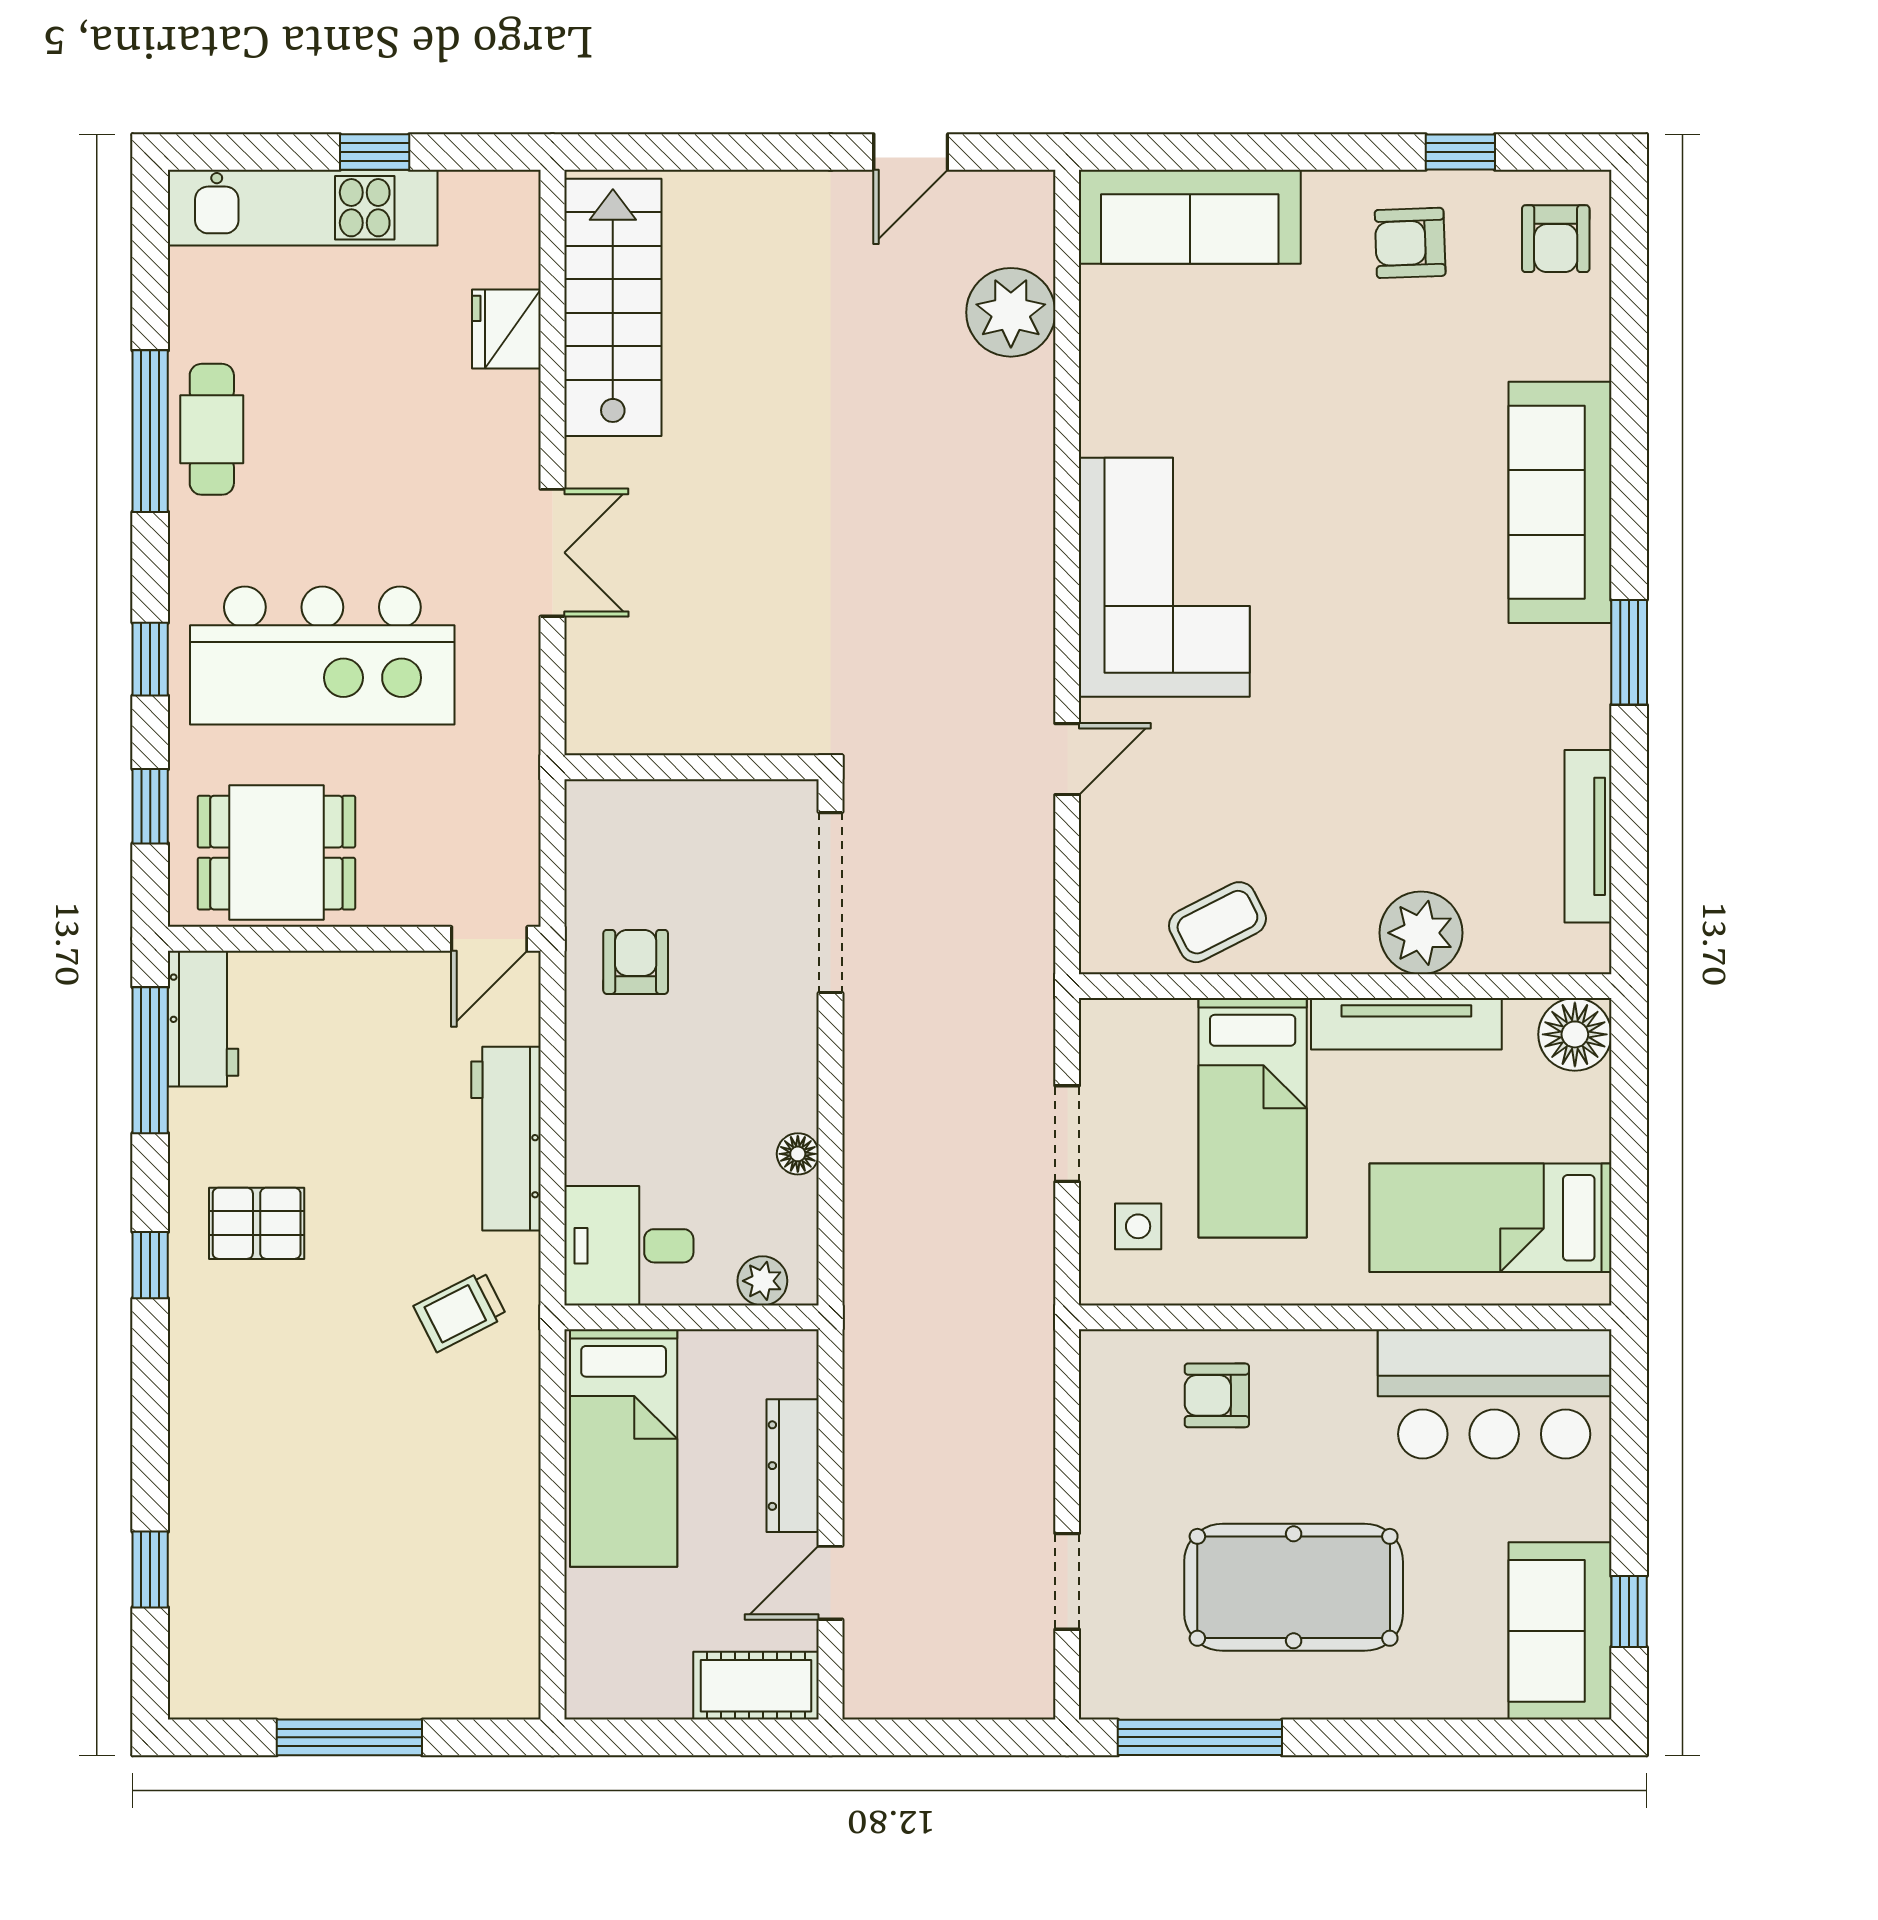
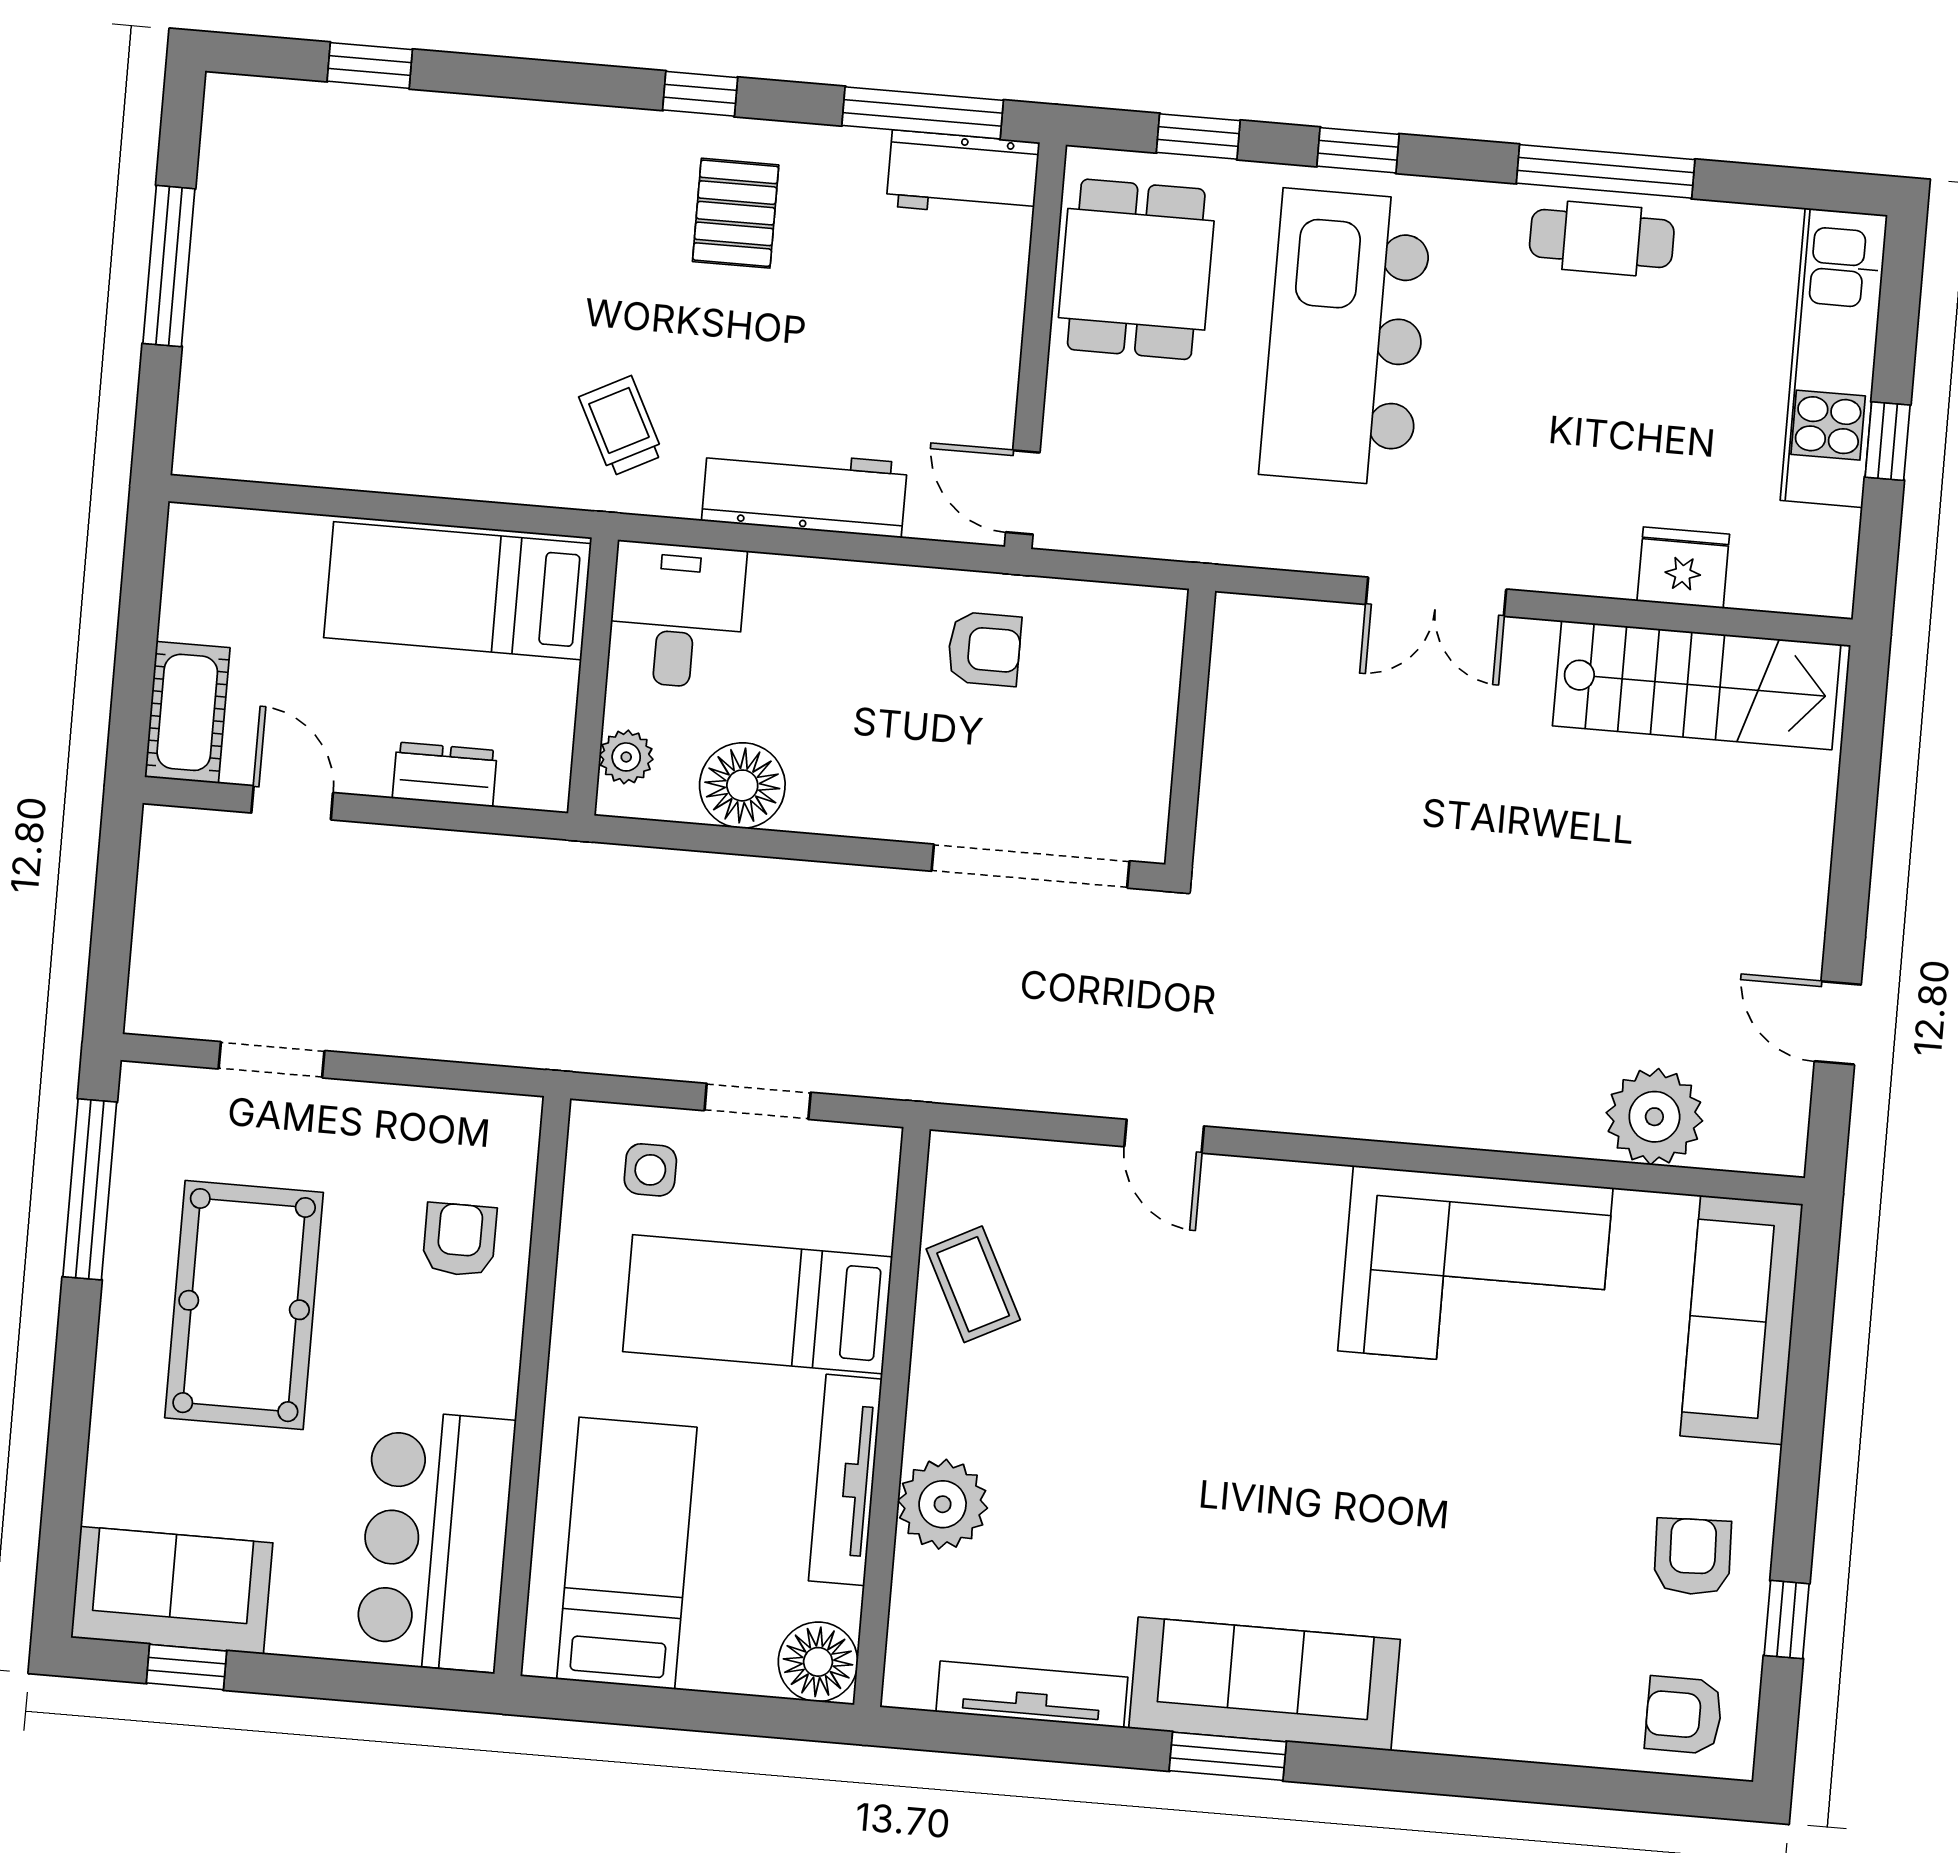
sofa: (1560, 502) -> (1265, 1684), moved
corner sofa: (1164, 577) -> (1475, 1269), moved
floor lamp: (798, 1154) -> (742, 785), width x1.89, depth x1.89
dresser: (793, 1466) -> (445, 774), width x0.70

